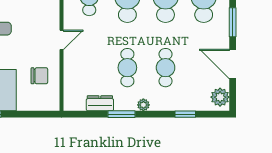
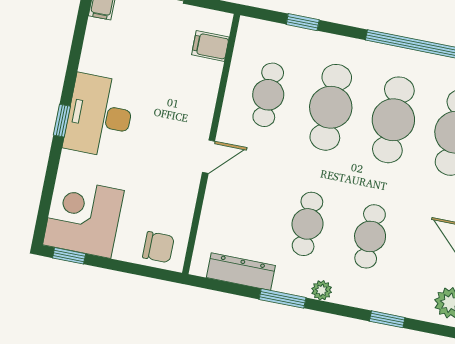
chair: (39, 76) -> (158, 247), moved
dresser: (100, 103) -> (241, 272), width x1.44

